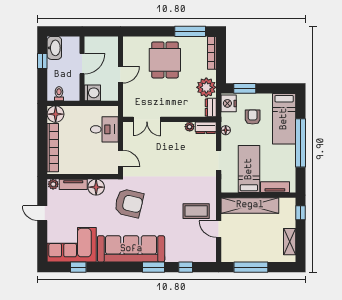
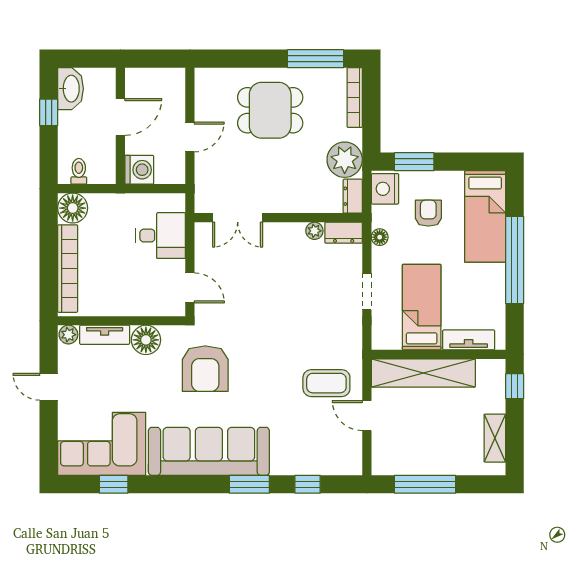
dining table: (165, 60) -> (270, 110), turned 90
armchair: (129, 203) -> (205, 369), turned 77

